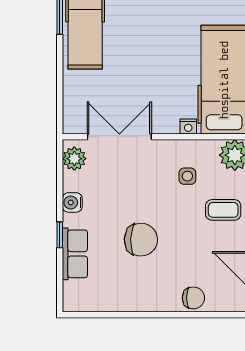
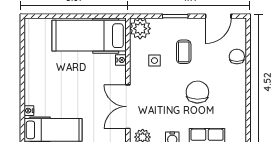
coffee table: (223, 210) -> (184, 52), moved

